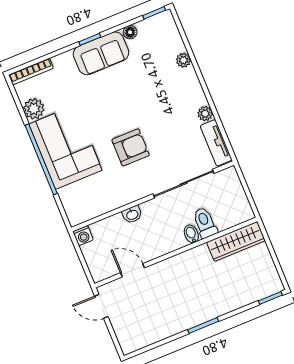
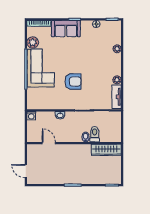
sofa: (101, 53) -> (66, 29), moved
door: (101, 306) -> (26, 171), moved

